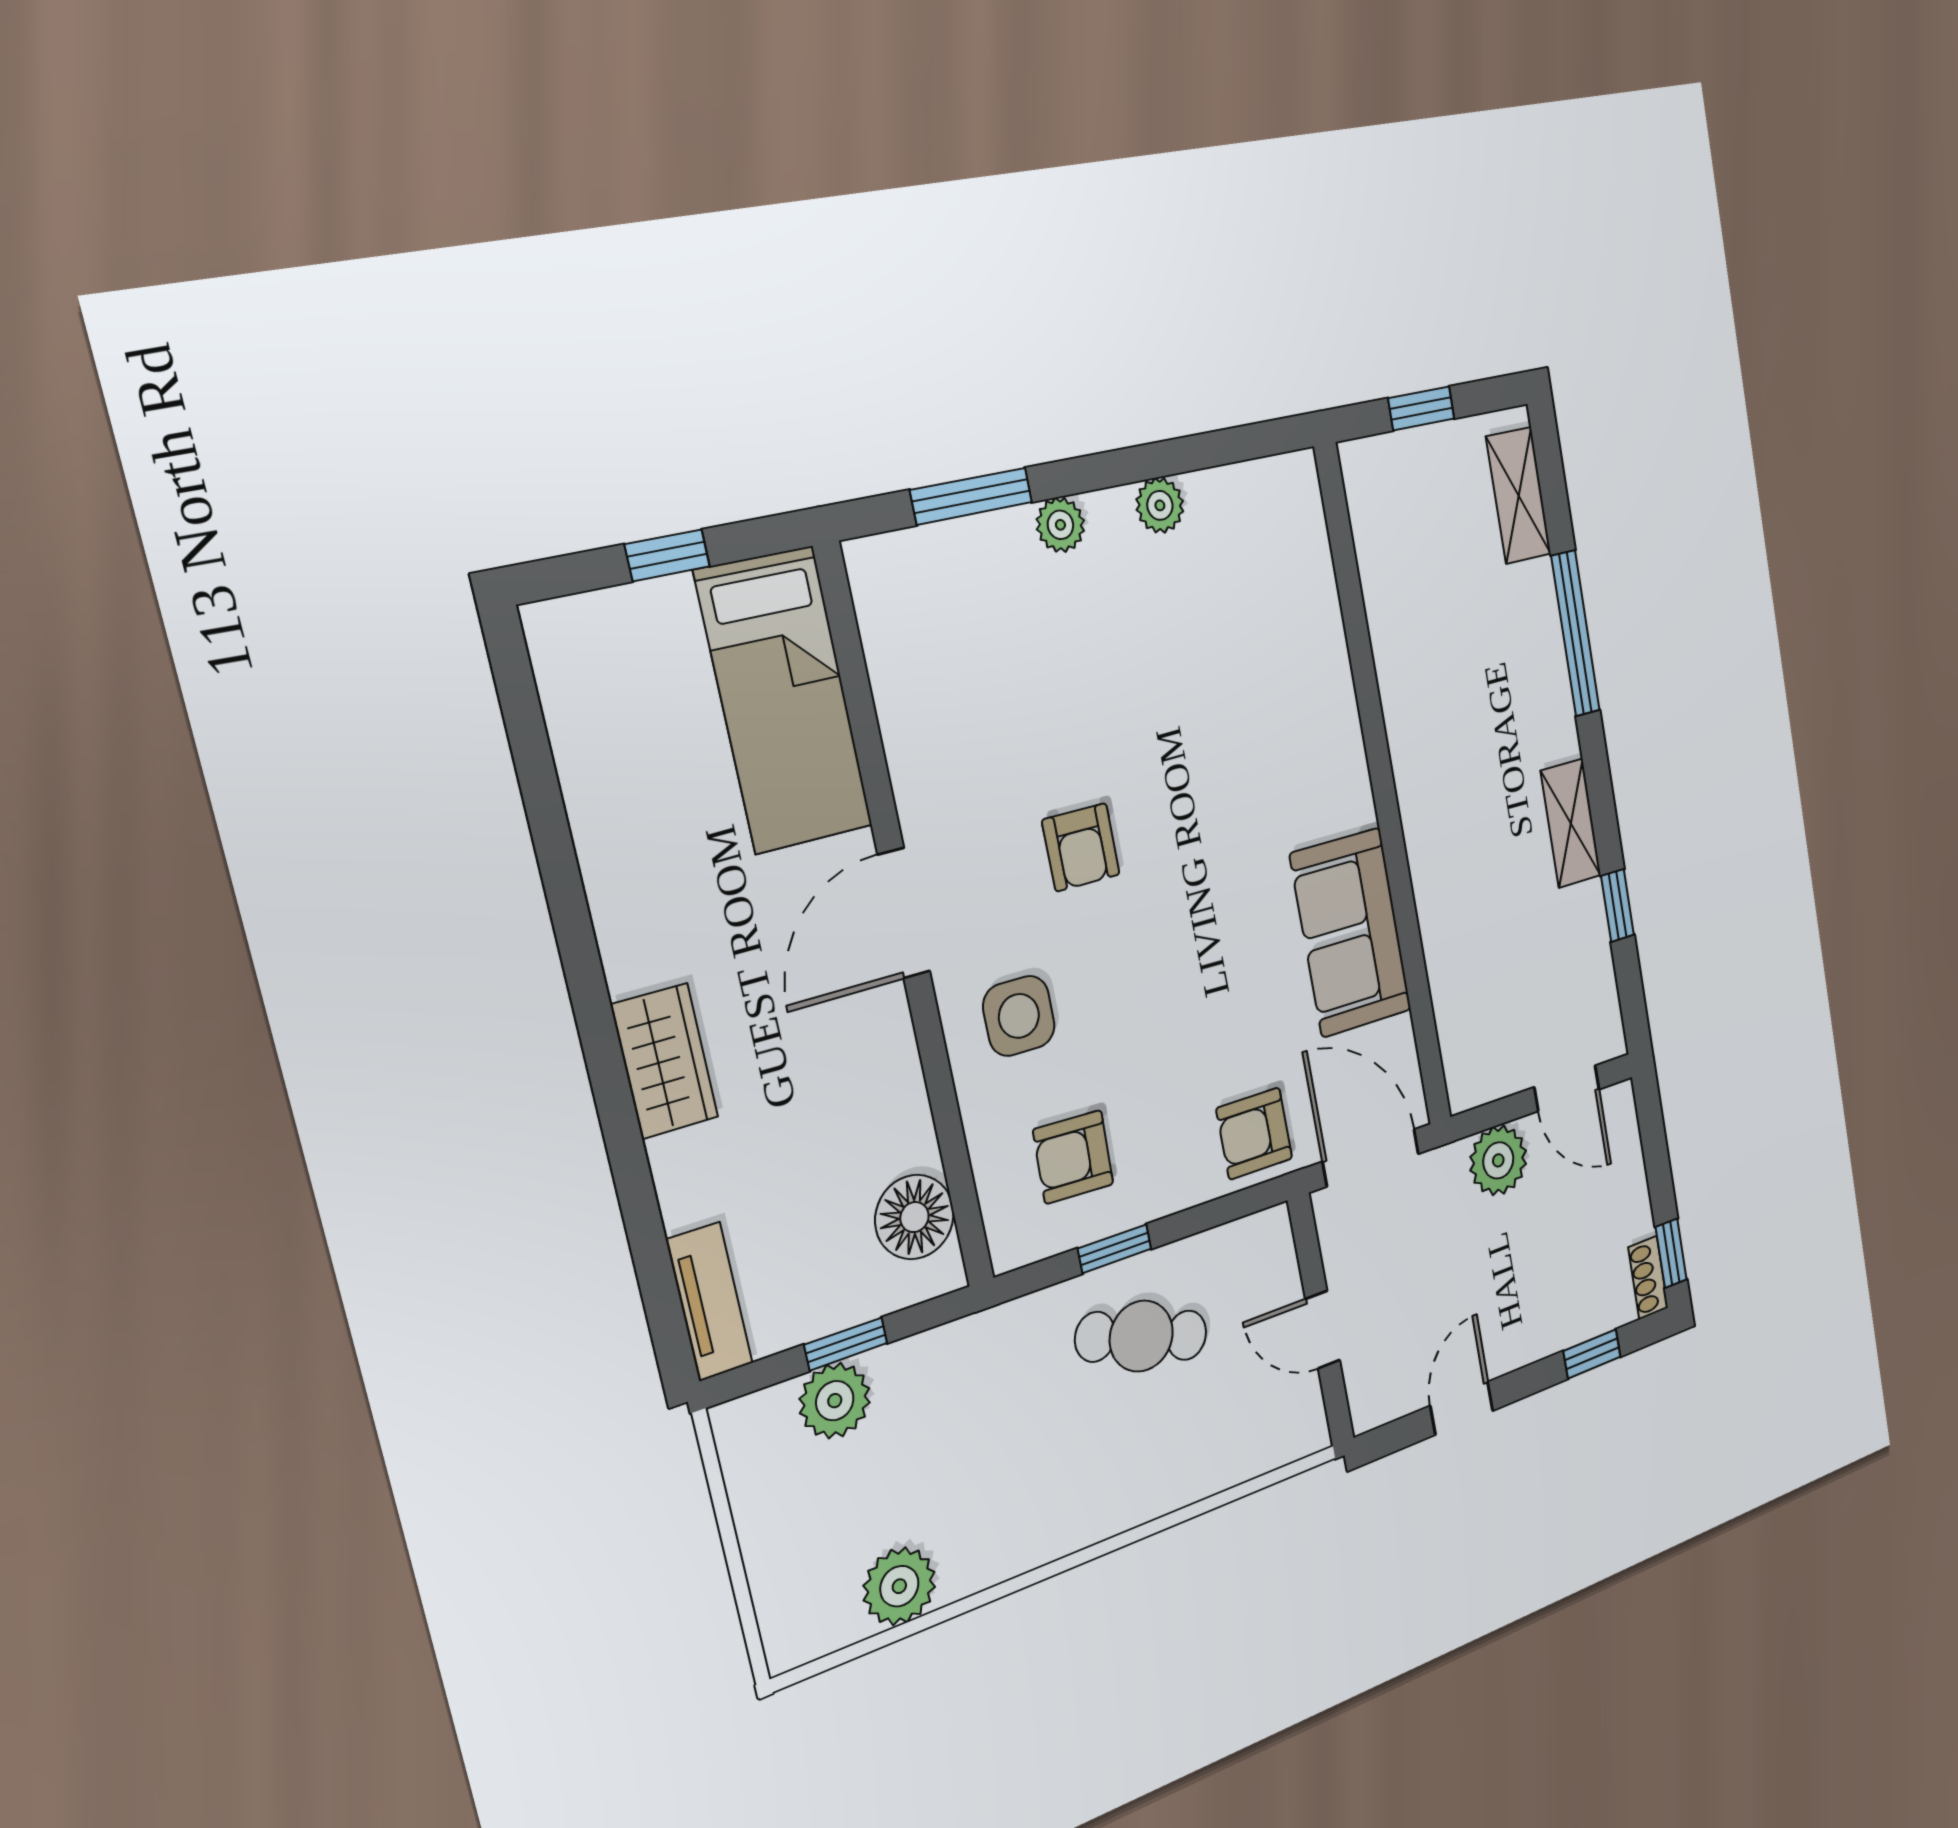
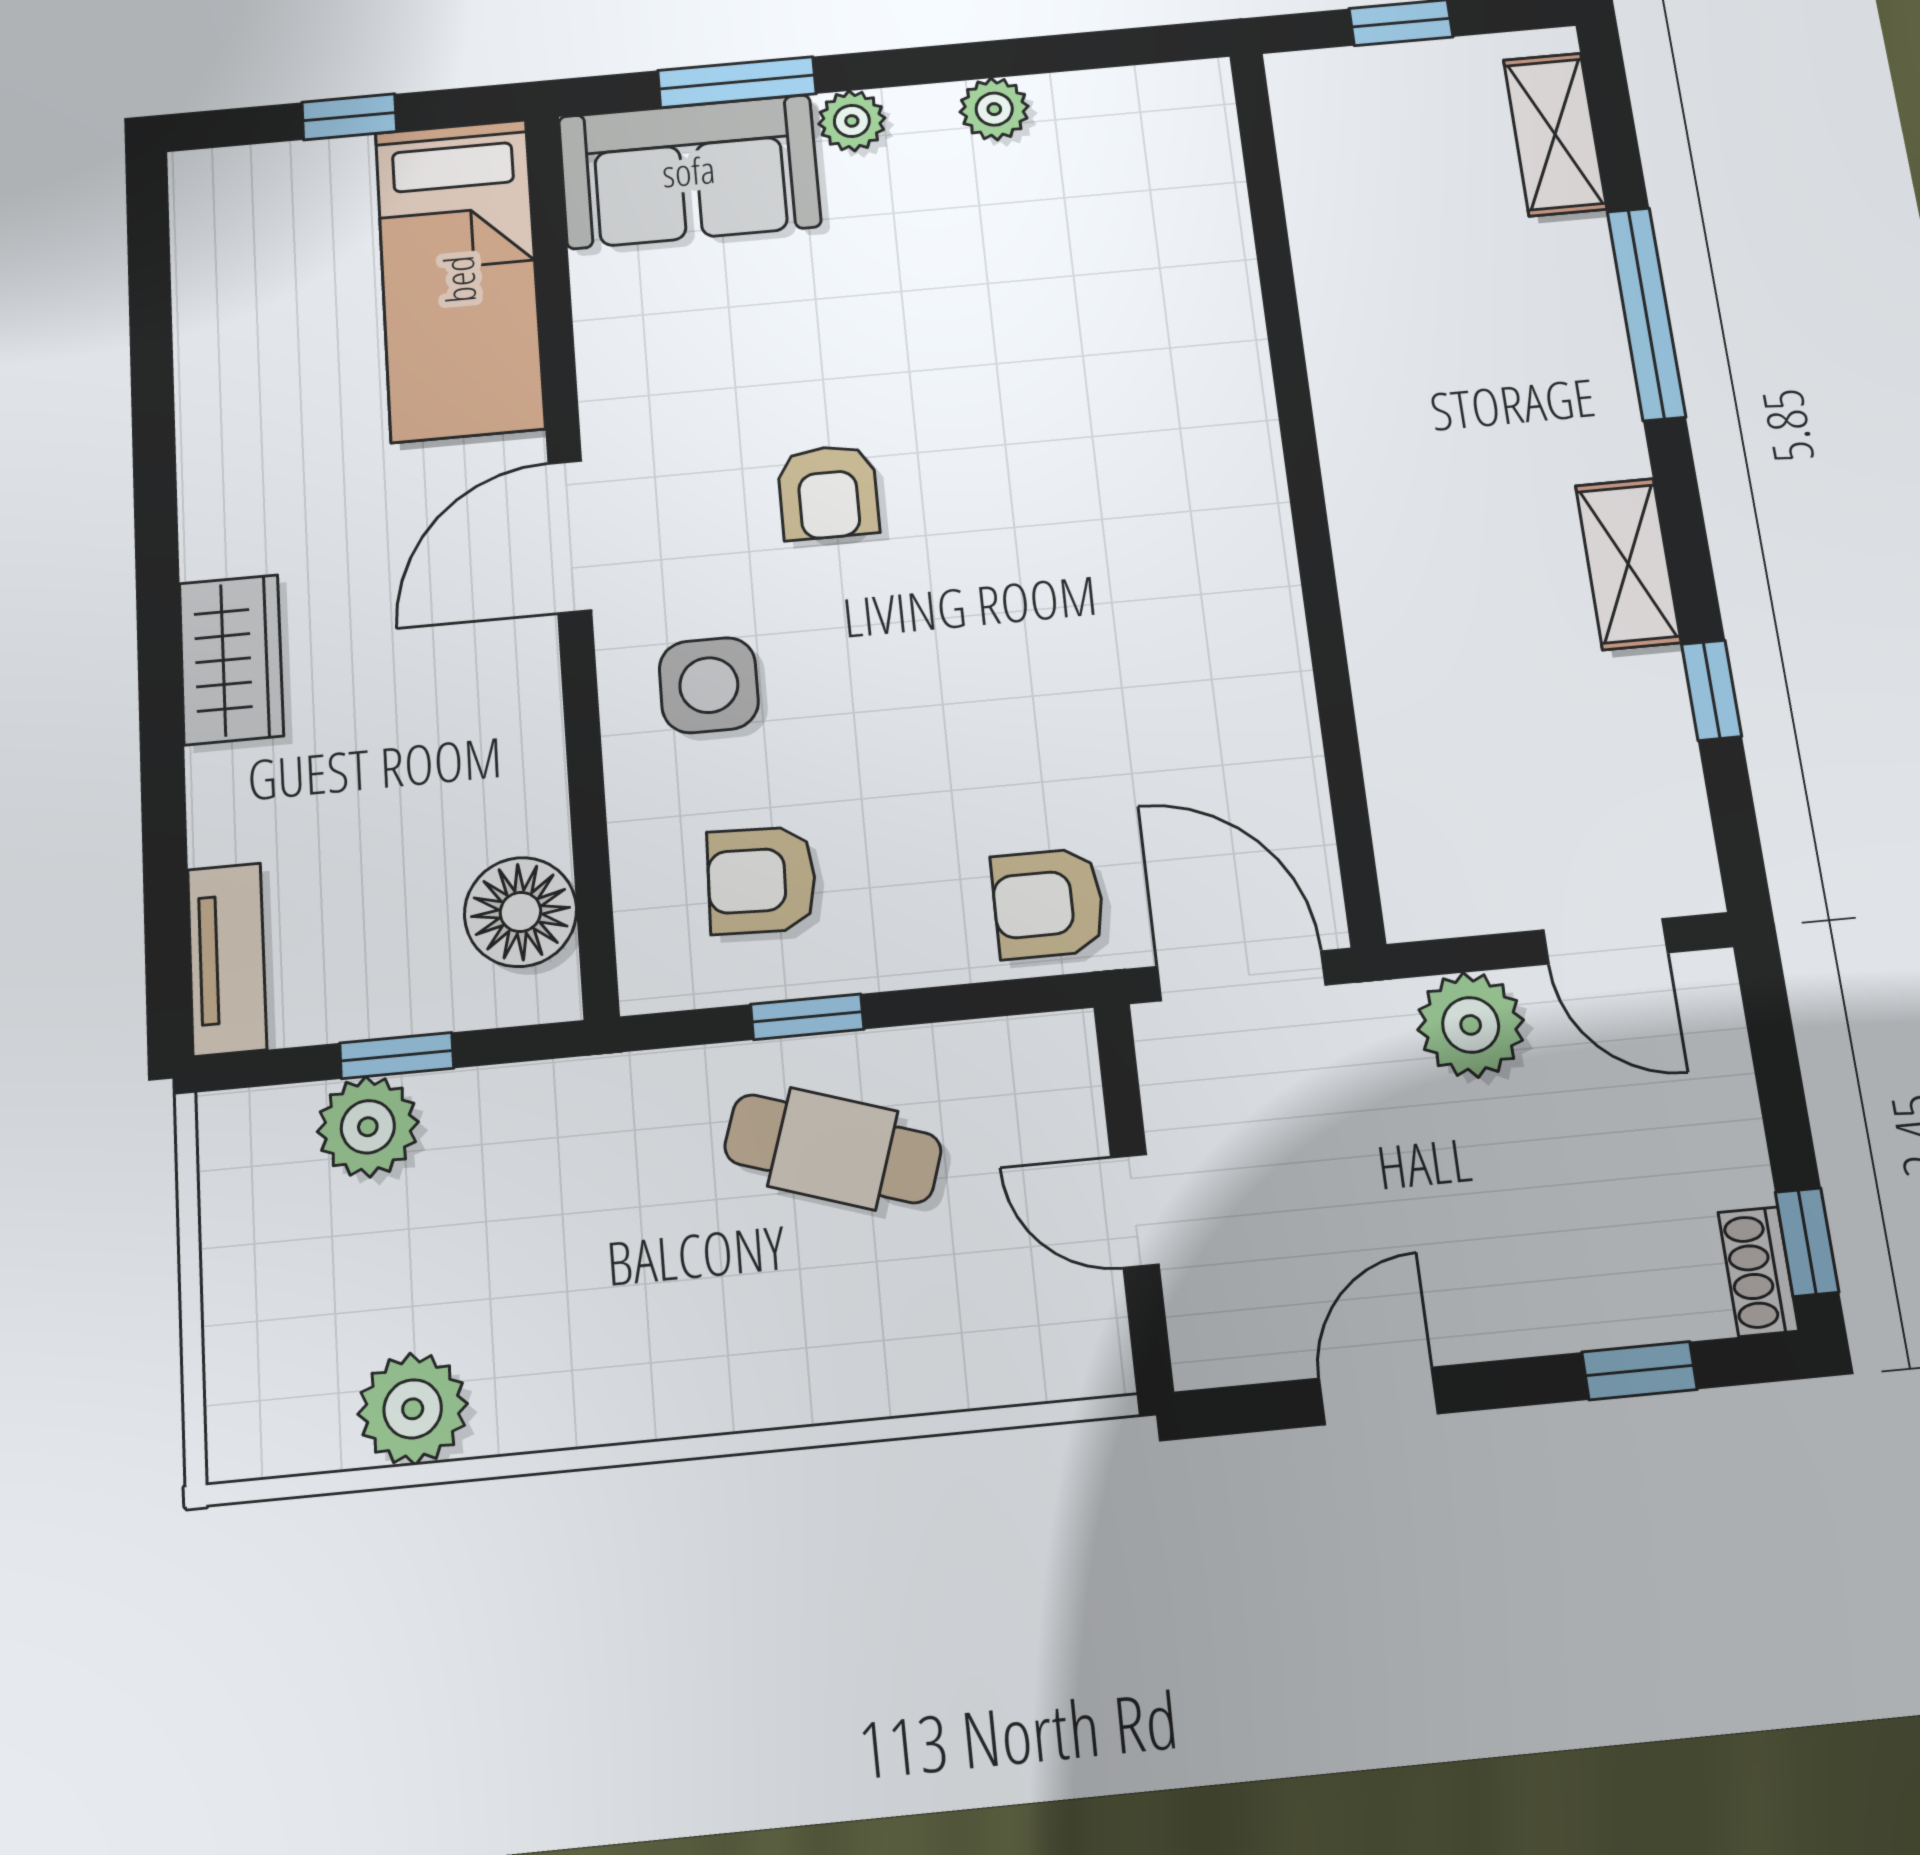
sofa: (1351, 933) -> (689, 171), moved, turned -90

